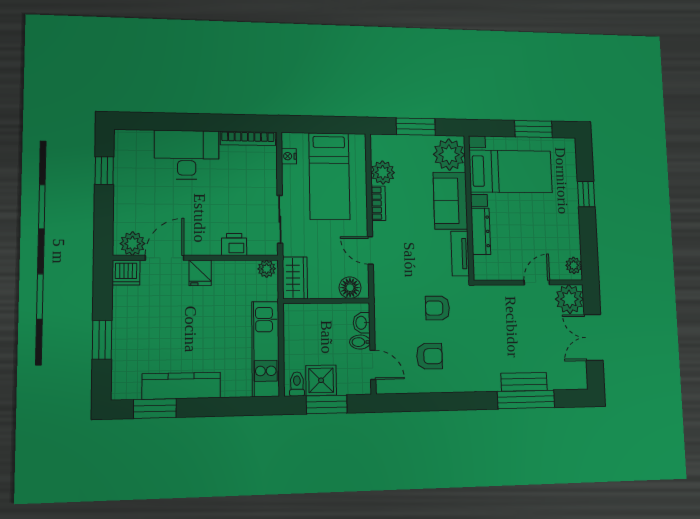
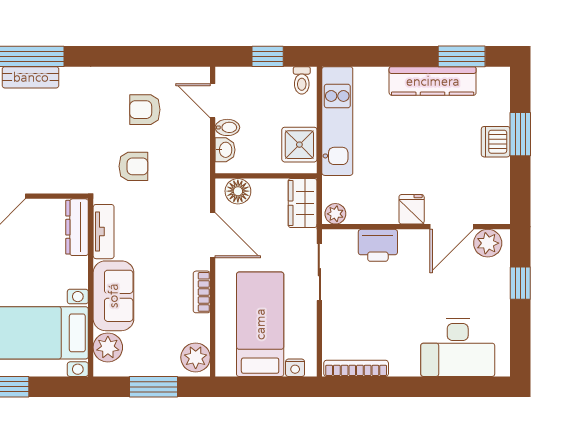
desk: (187, 155) -> (458, 348), moved
plant: (449, 155) -> (108, 347), width x0.73, depth x0.73
nightstand: (289, 156) -> (295, 368), moved, turned 90
window: (104, 171) -> (520, 283), moved
plant: (383, 172) -> (196, 357), moved
dresser: (481, 231) -> (77, 227), moved
printer: (234, 244) -> (378, 245), width x1.36, depth x1.24
door: (370, 250) -> (213, 235), width x1.38
dishwasher: (126, 273) -> (496, 142), moved, turned -90
shower: (321, 380) -> (299, 145), moved
window: (327, 404) -> (268, 56), width x0.67

